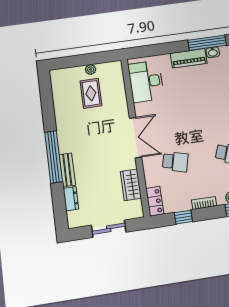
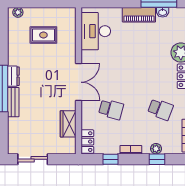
plant: (91, 69) -> (18, 12), moved
rug: (91, 93) -> (43, 35), turned 90
dresser: (71, 199) -> (13, 76), moved
sliding door: (109, 229) -> (33, 159), moved

